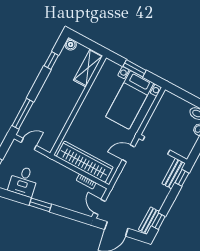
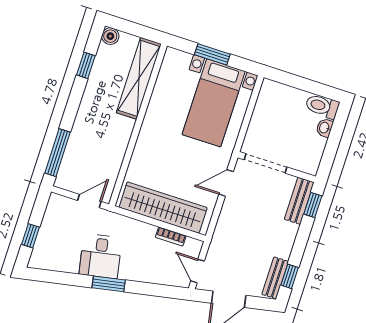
shelving: (88, 68) -> (139, 78), width x1.47
door: (29, 144) -> (89, 201), moved
desk: (23, 181) -> (101, 256), moved

